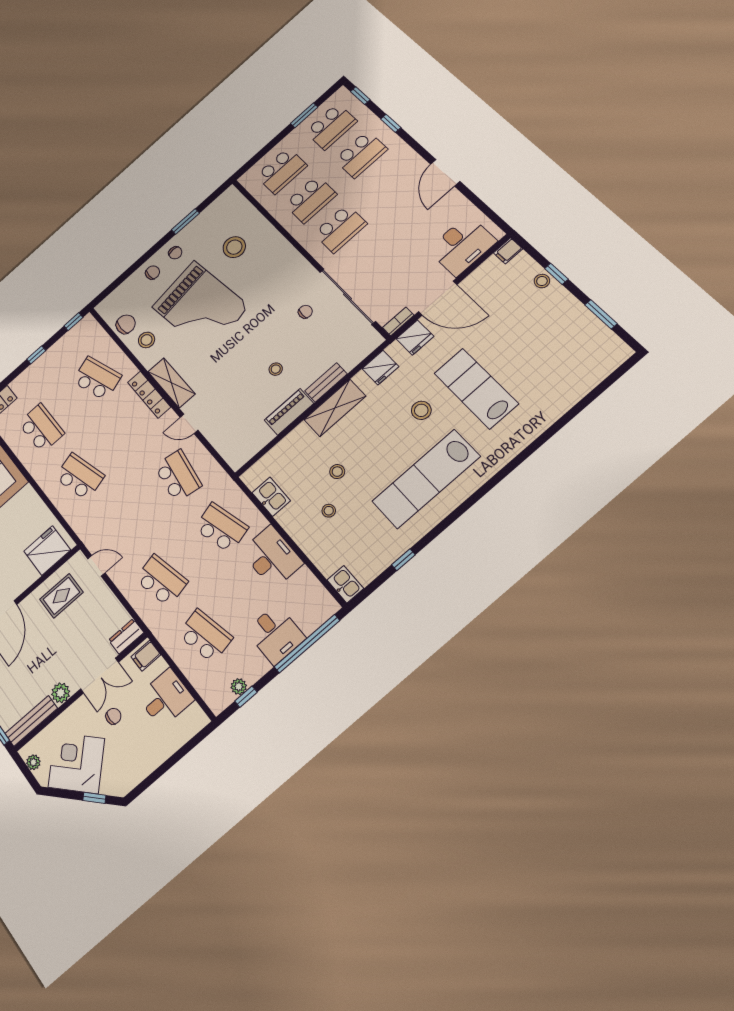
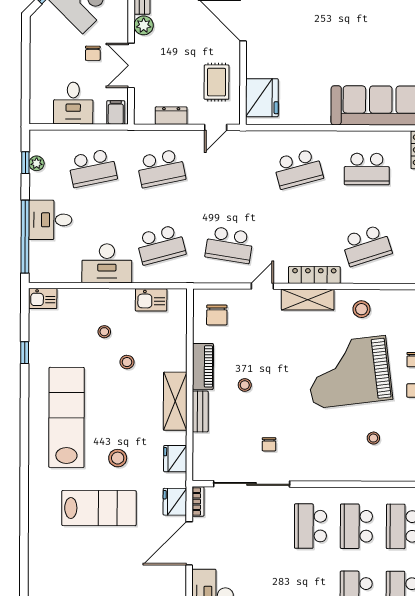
stool: (234, 247) -> (373, 438), width x0.53, depth x0.53
chair: (126, 324) -> (217, 315), moved
dresser: (126, 636) -> (171, 116), moved, turned -90

